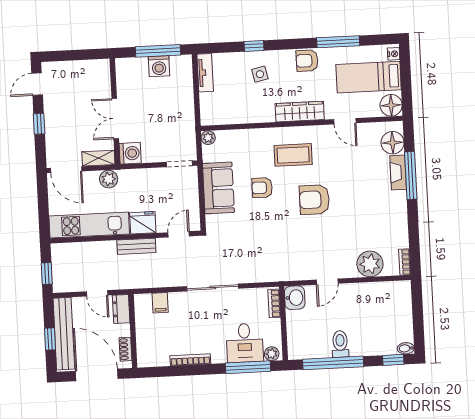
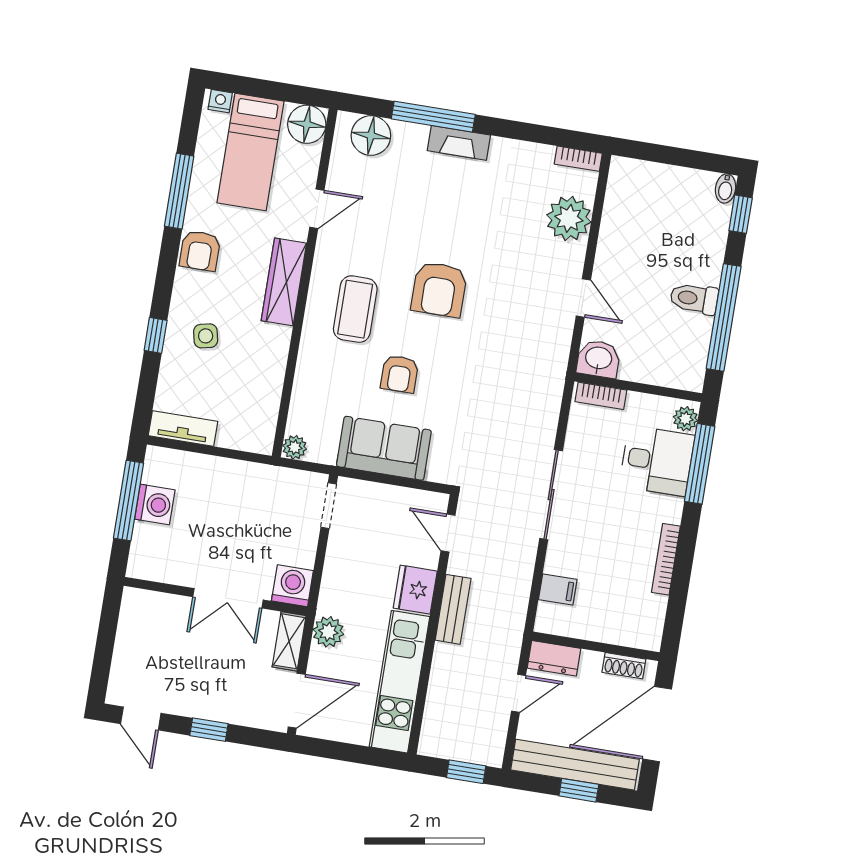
fireplace: (398, 172) -> (459, 143), moved

